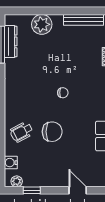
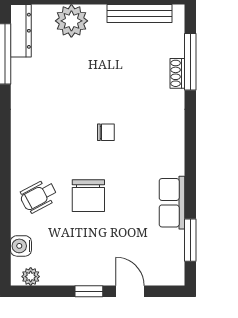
dresser: (11, 41) -> (21, 31), moved
chair: (52, 132) -> (88, 196), turned 90
window: (32, 190) -> (89, 291), moved

